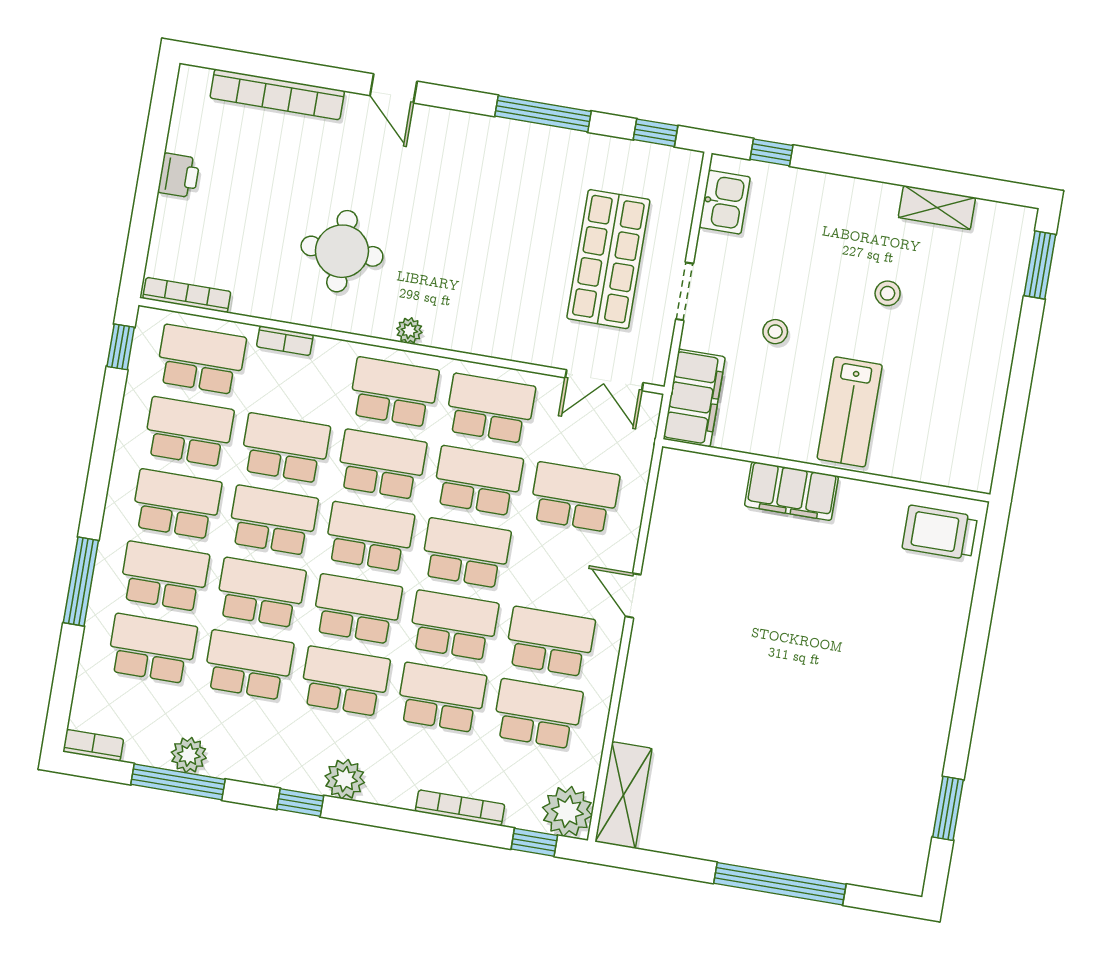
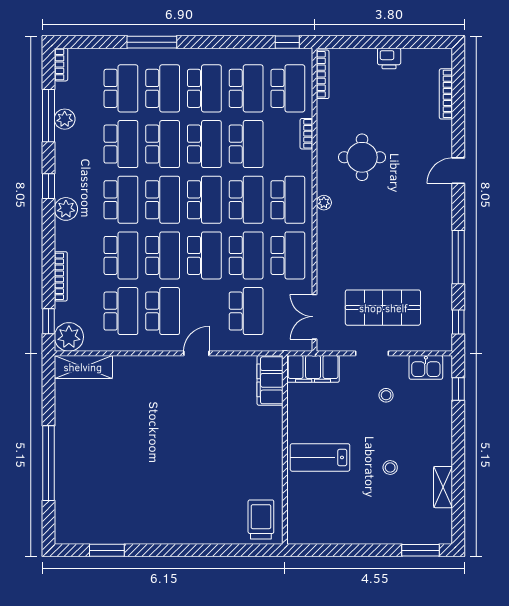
bookcase: (277, 94) -> (446, 94), width x0.68, depth x0.76
stool: (775, 332) -> (386, 395), moved
filing cabinet: (791, 491) -> (270, 380), moved

